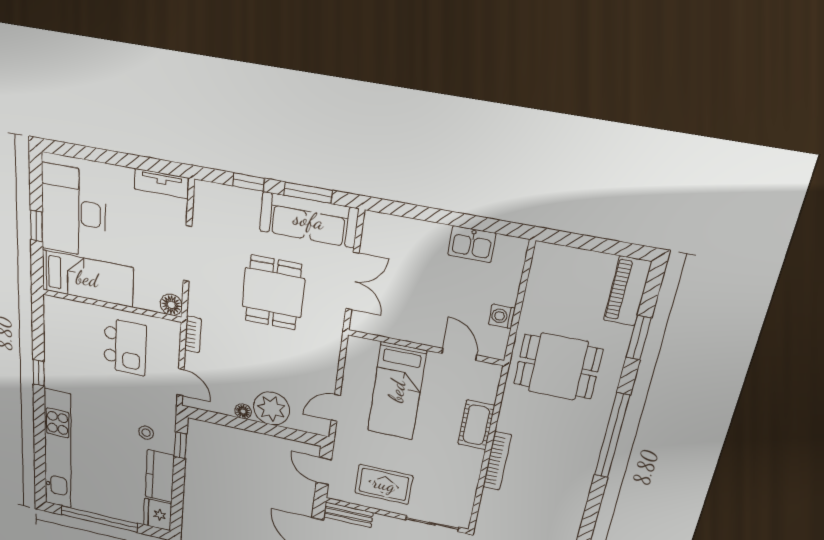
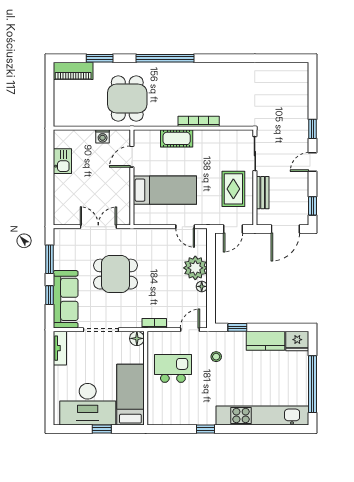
sofa: (309, 220) -> (66, 299), moved
stool: (146, 433) -> (216, 357), moved
bench: (348, 515) -> (263, 193), moved

